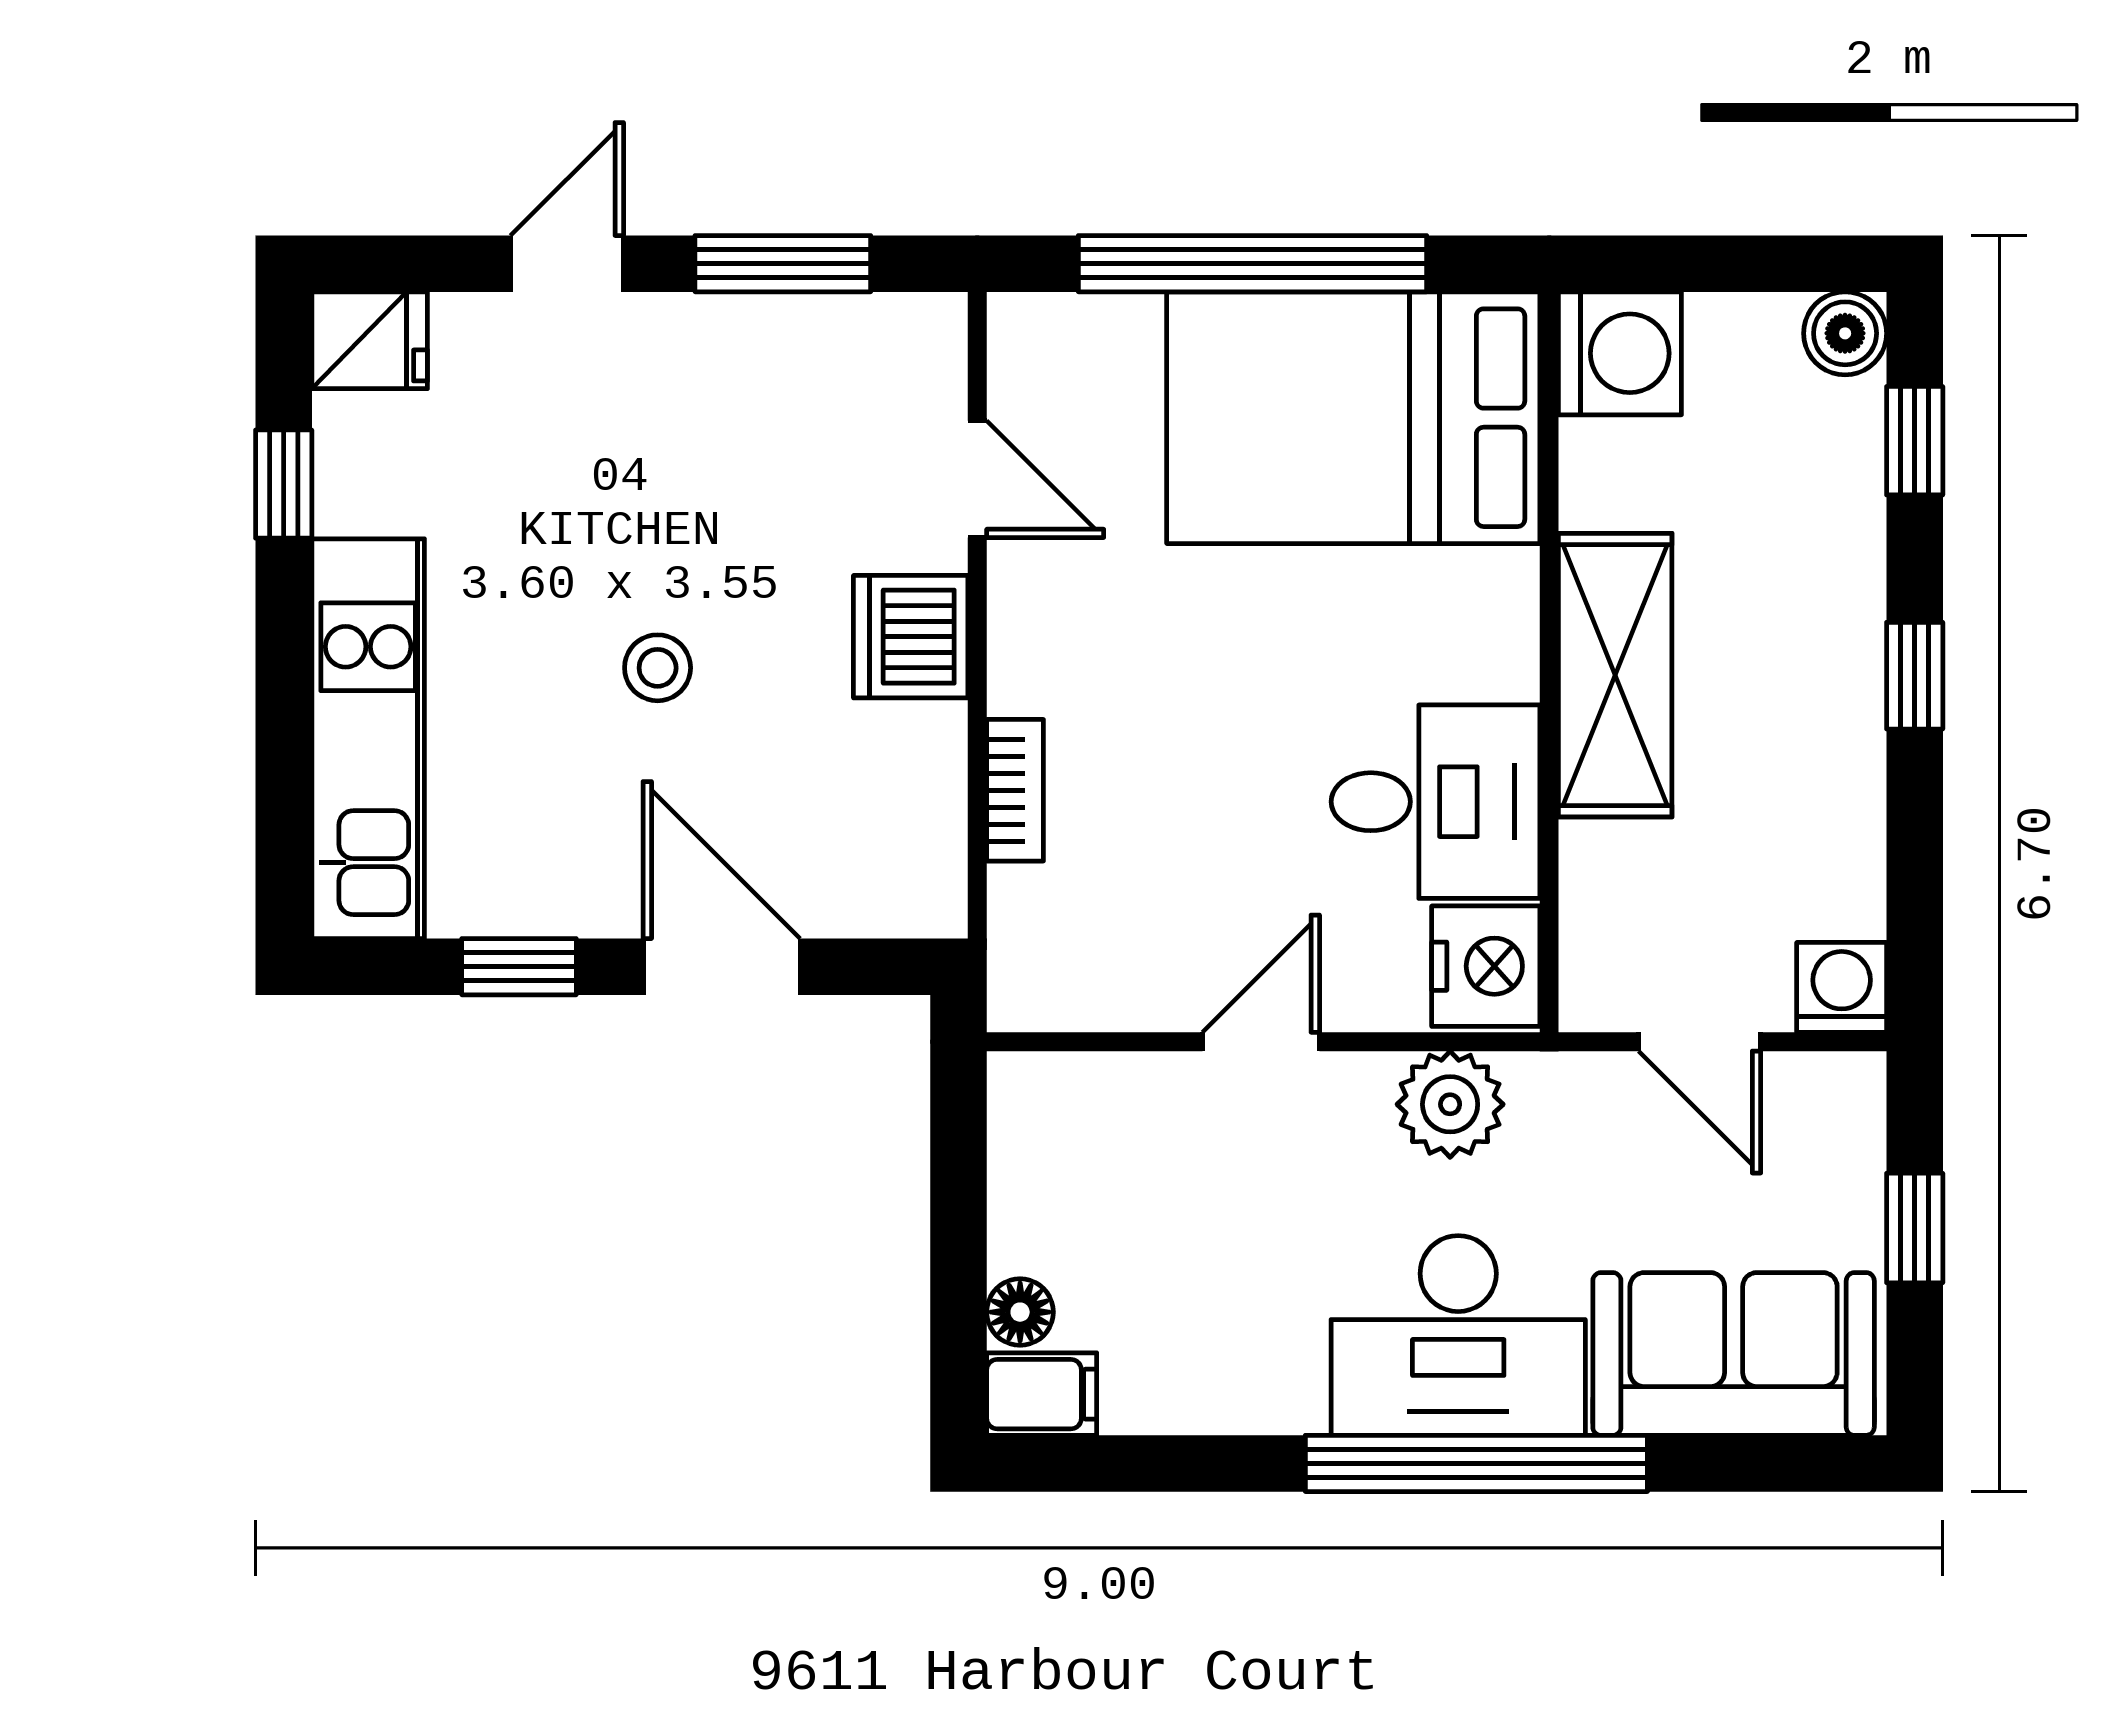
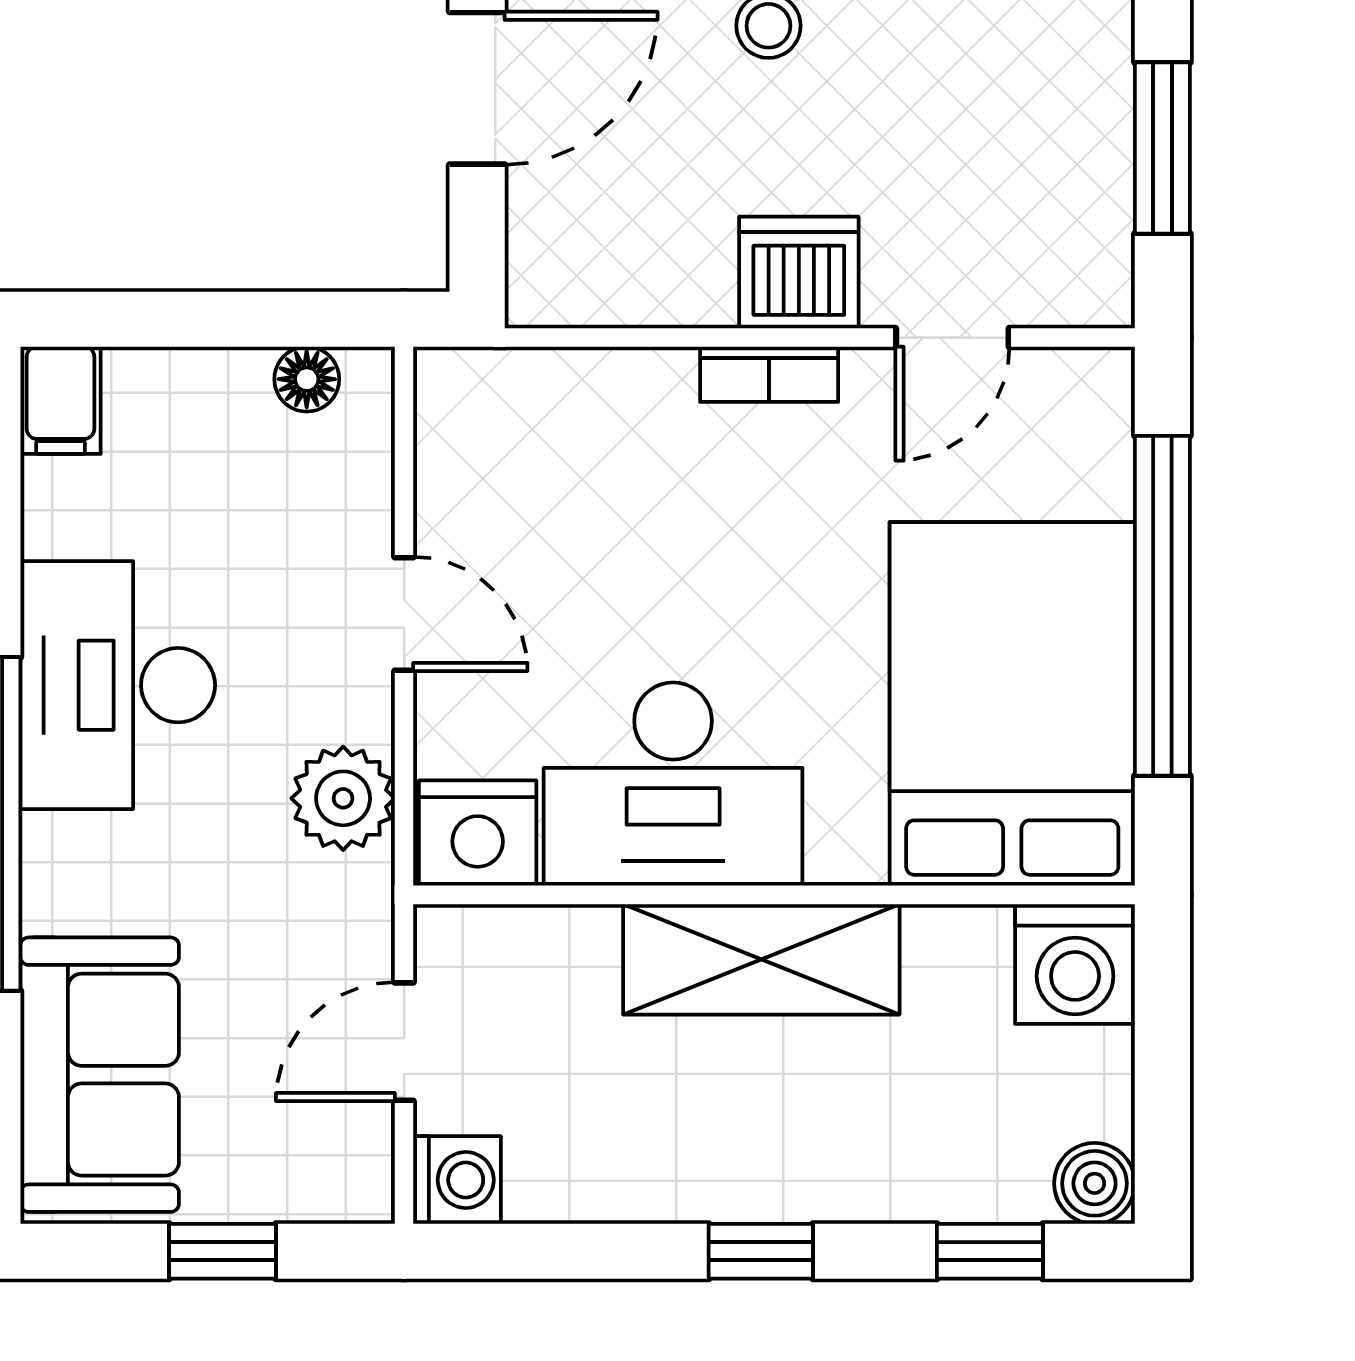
bookcase: (1015, 790) -> (769, 374), moved
desk: (1435, 802) -> (673, 784), width x1.37
floor lamp: (1020, 1312) -> (307, 379), moved
desk: (1458, 1335) -> (118, 685), moved

